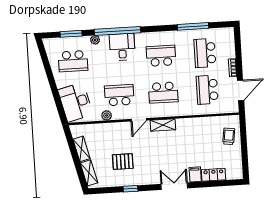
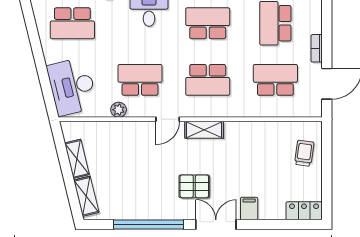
school desk: (207, 90) -> (275, 80), turned 90
pallet: (123, 162) -> (194, 186), moved
locker: (213, 175) -> (304, 211), moved
window: (130, 189) -> (148, 225), width x3.17

